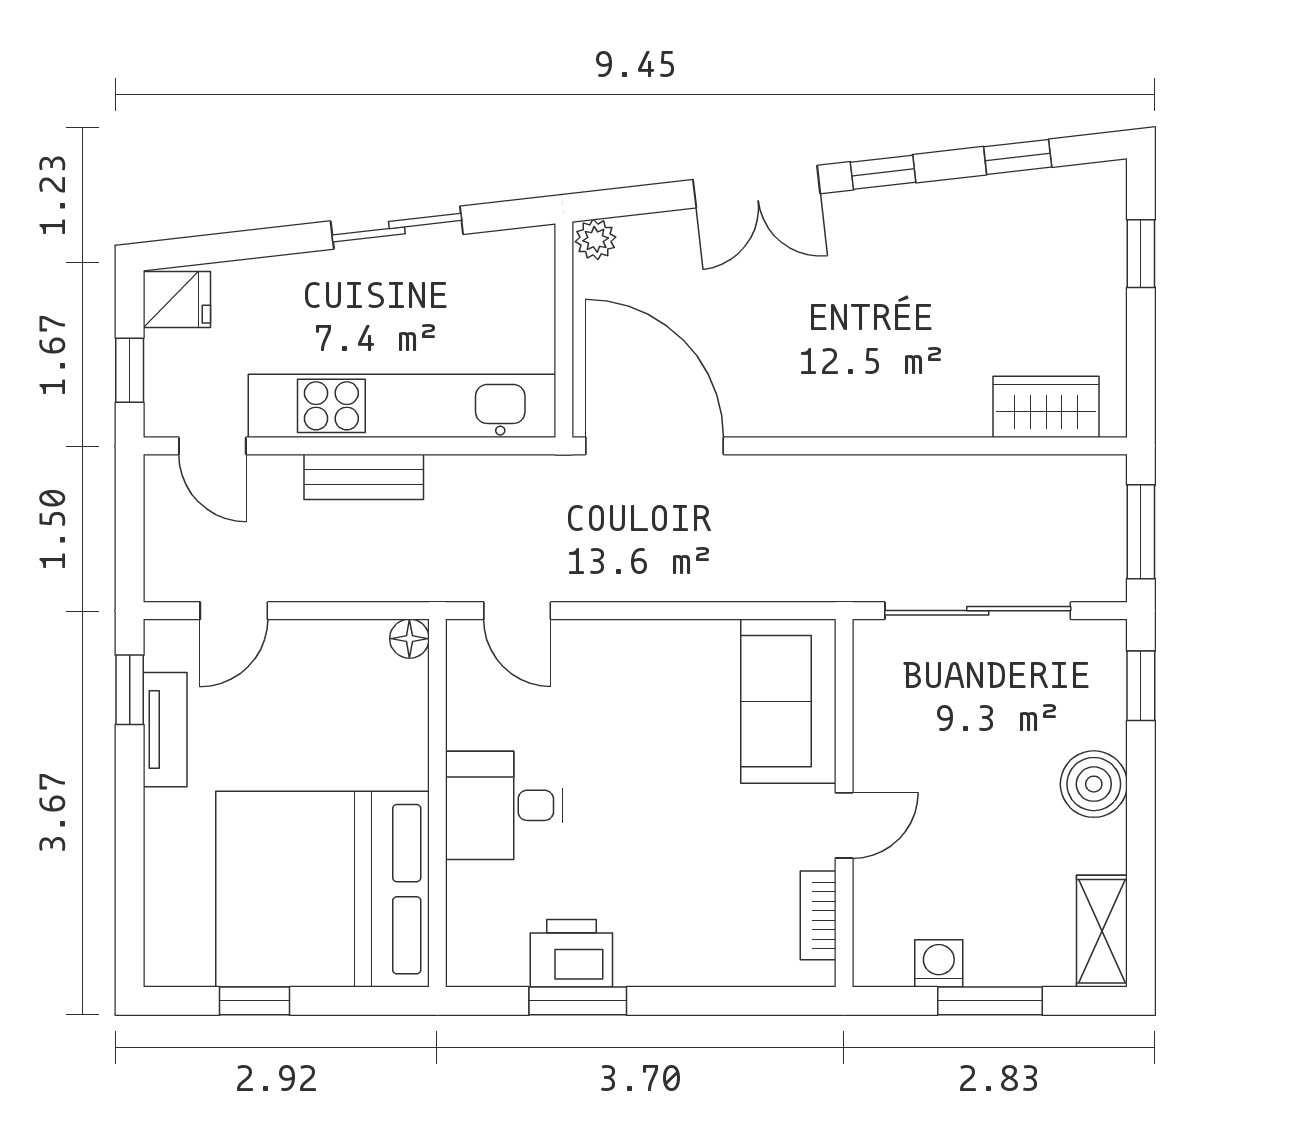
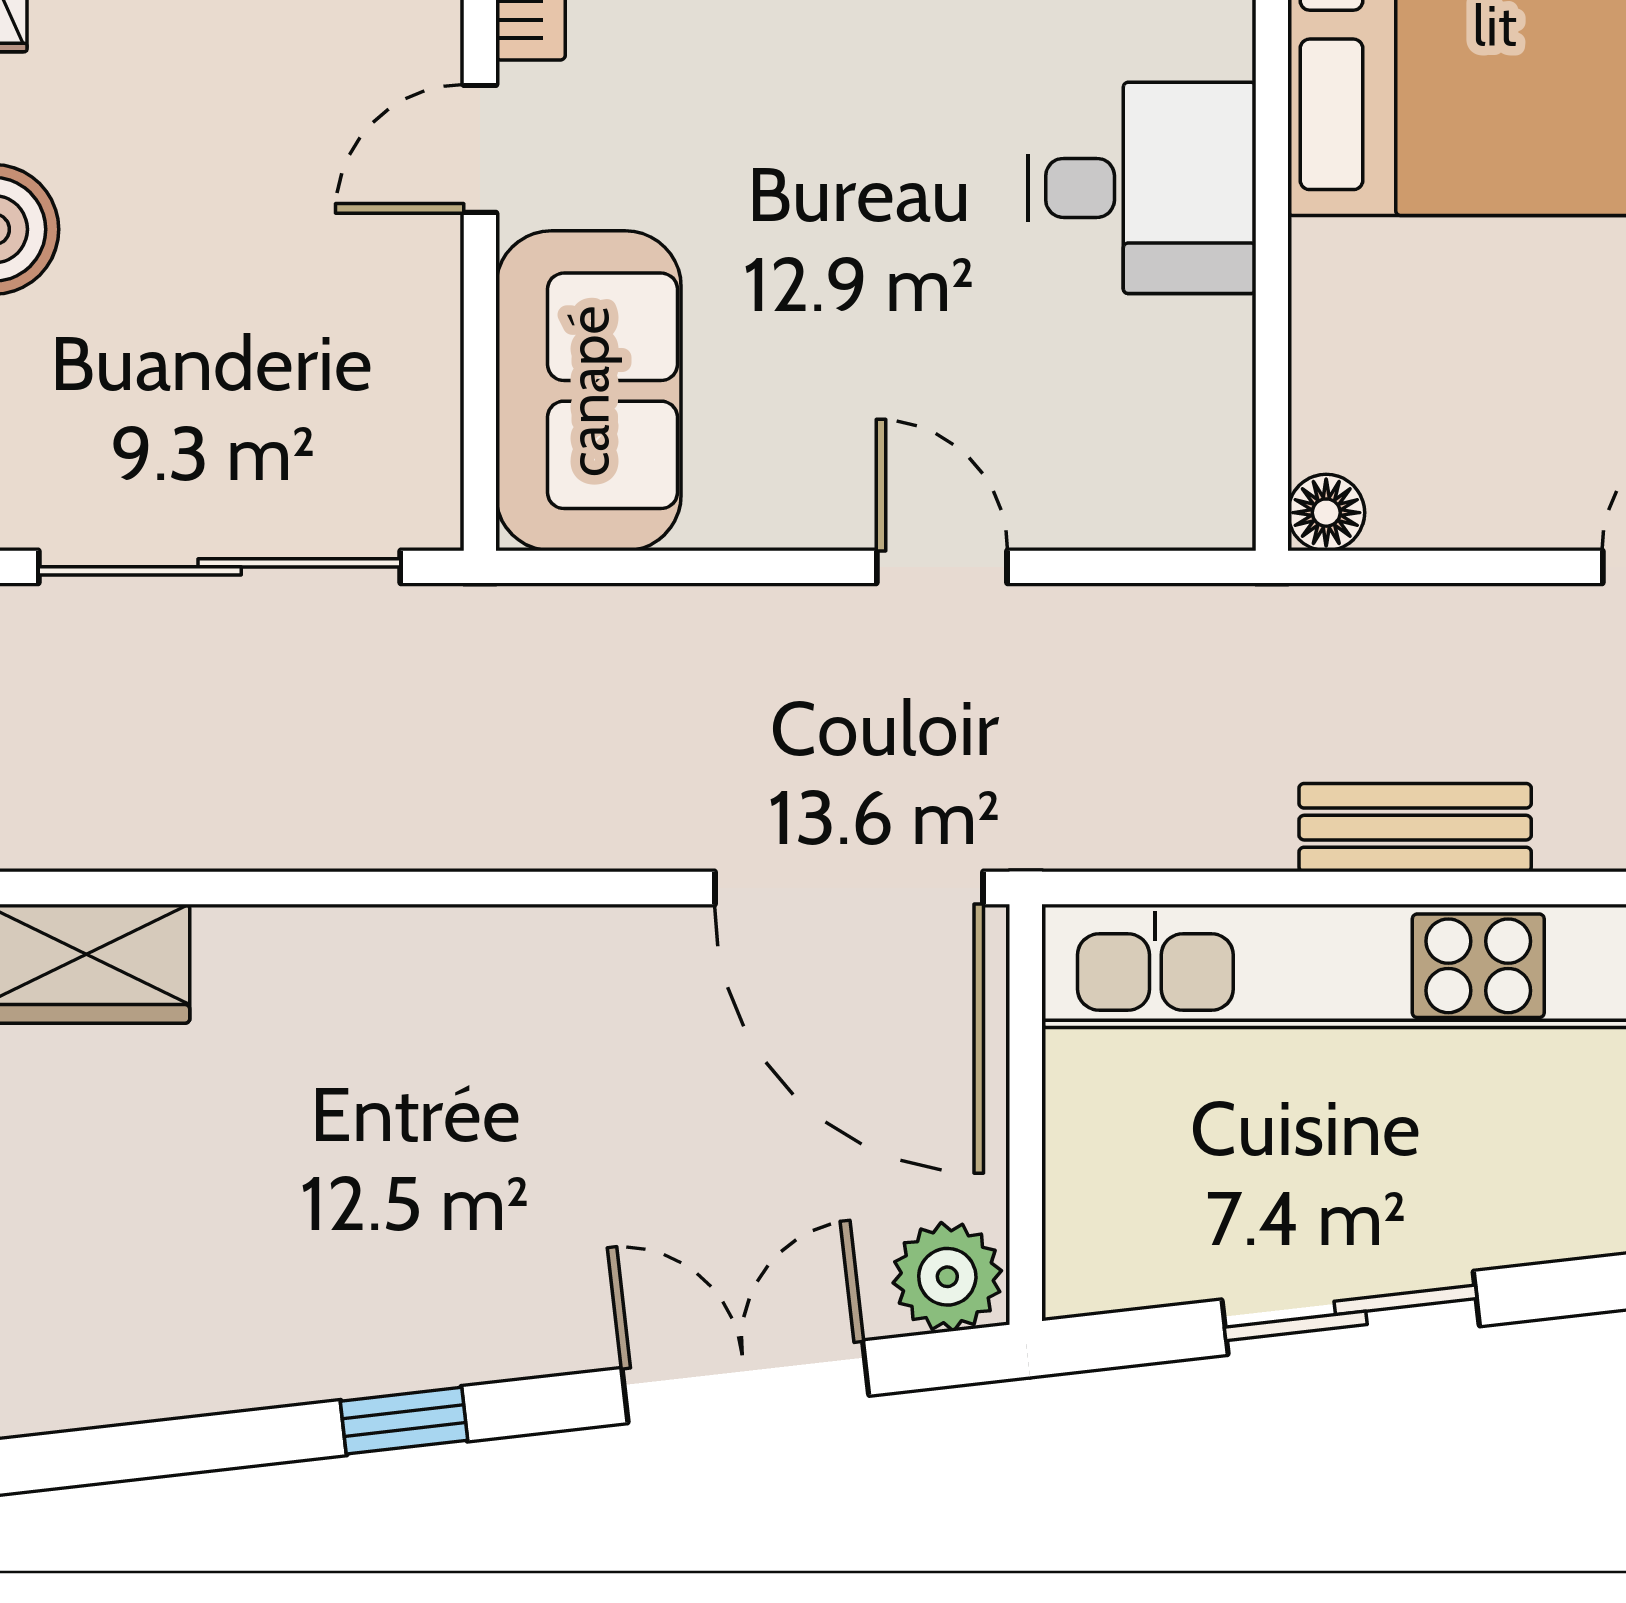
window: (1018, 157) -> (142, 1451), removed
double door: (757, 187) -> (745, 1382), moved
plant: (596, 239) -> (947, 1277), width x1.38, depth x1.38
door: (517, 611) -> (942, 567), moved

